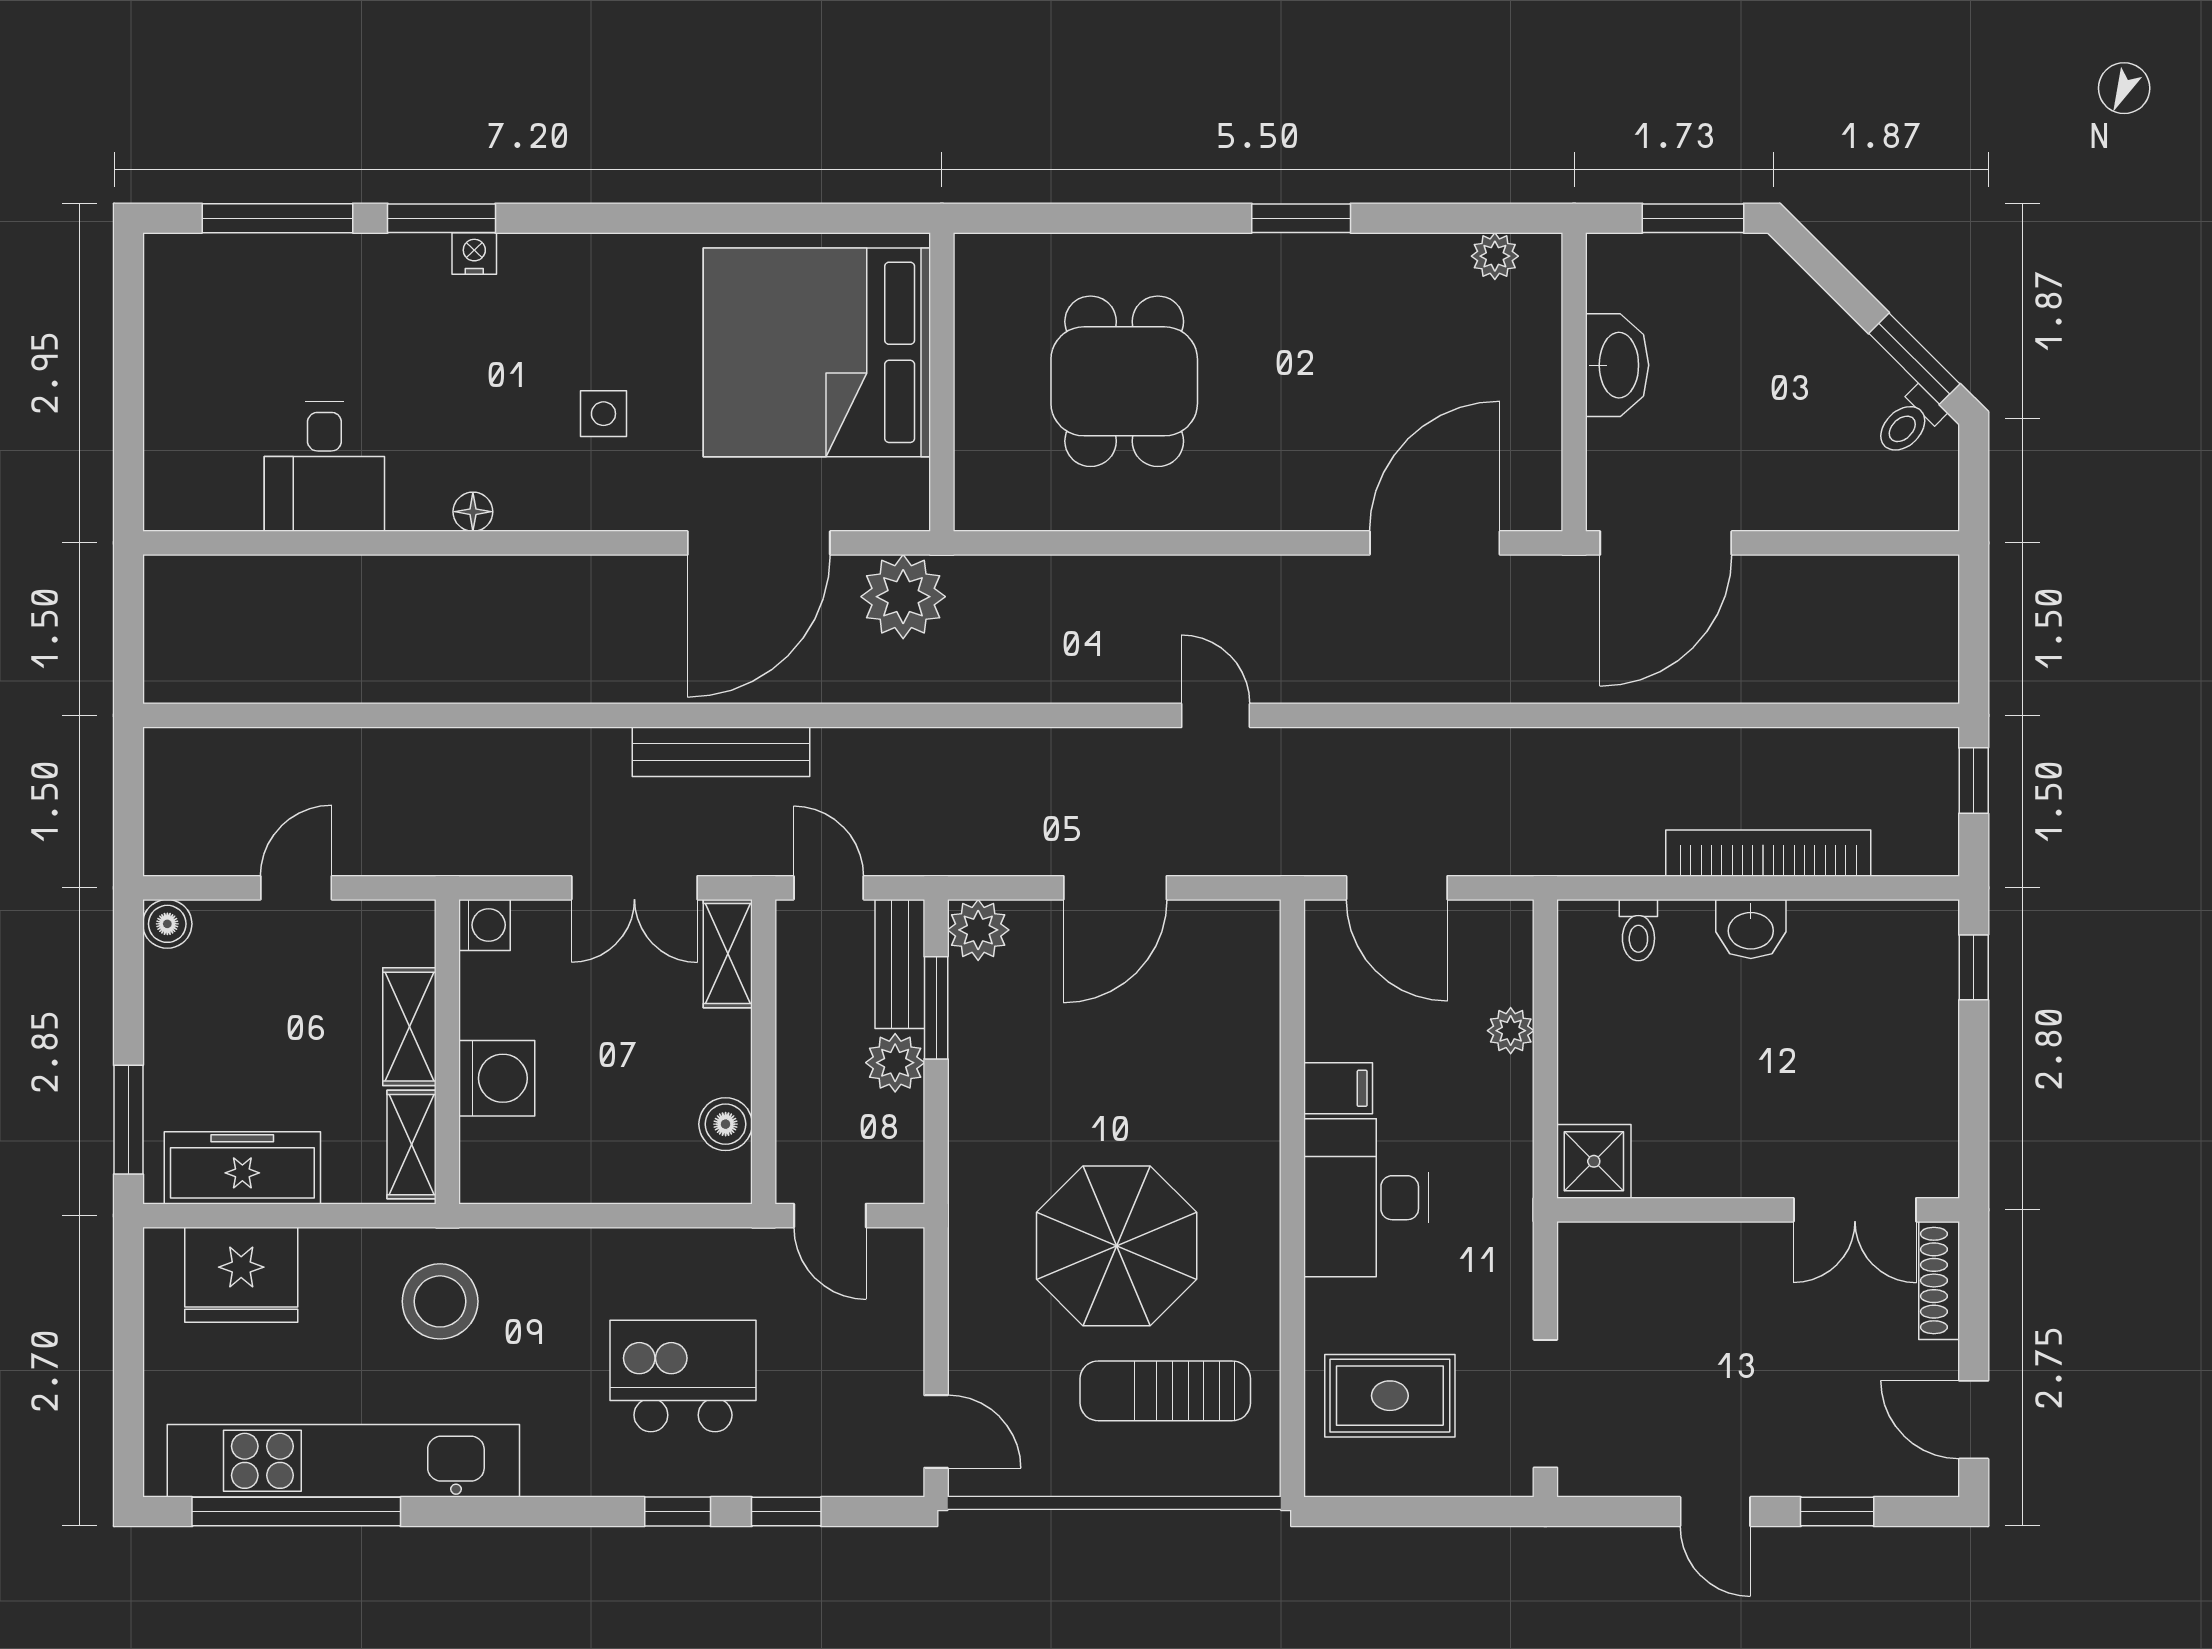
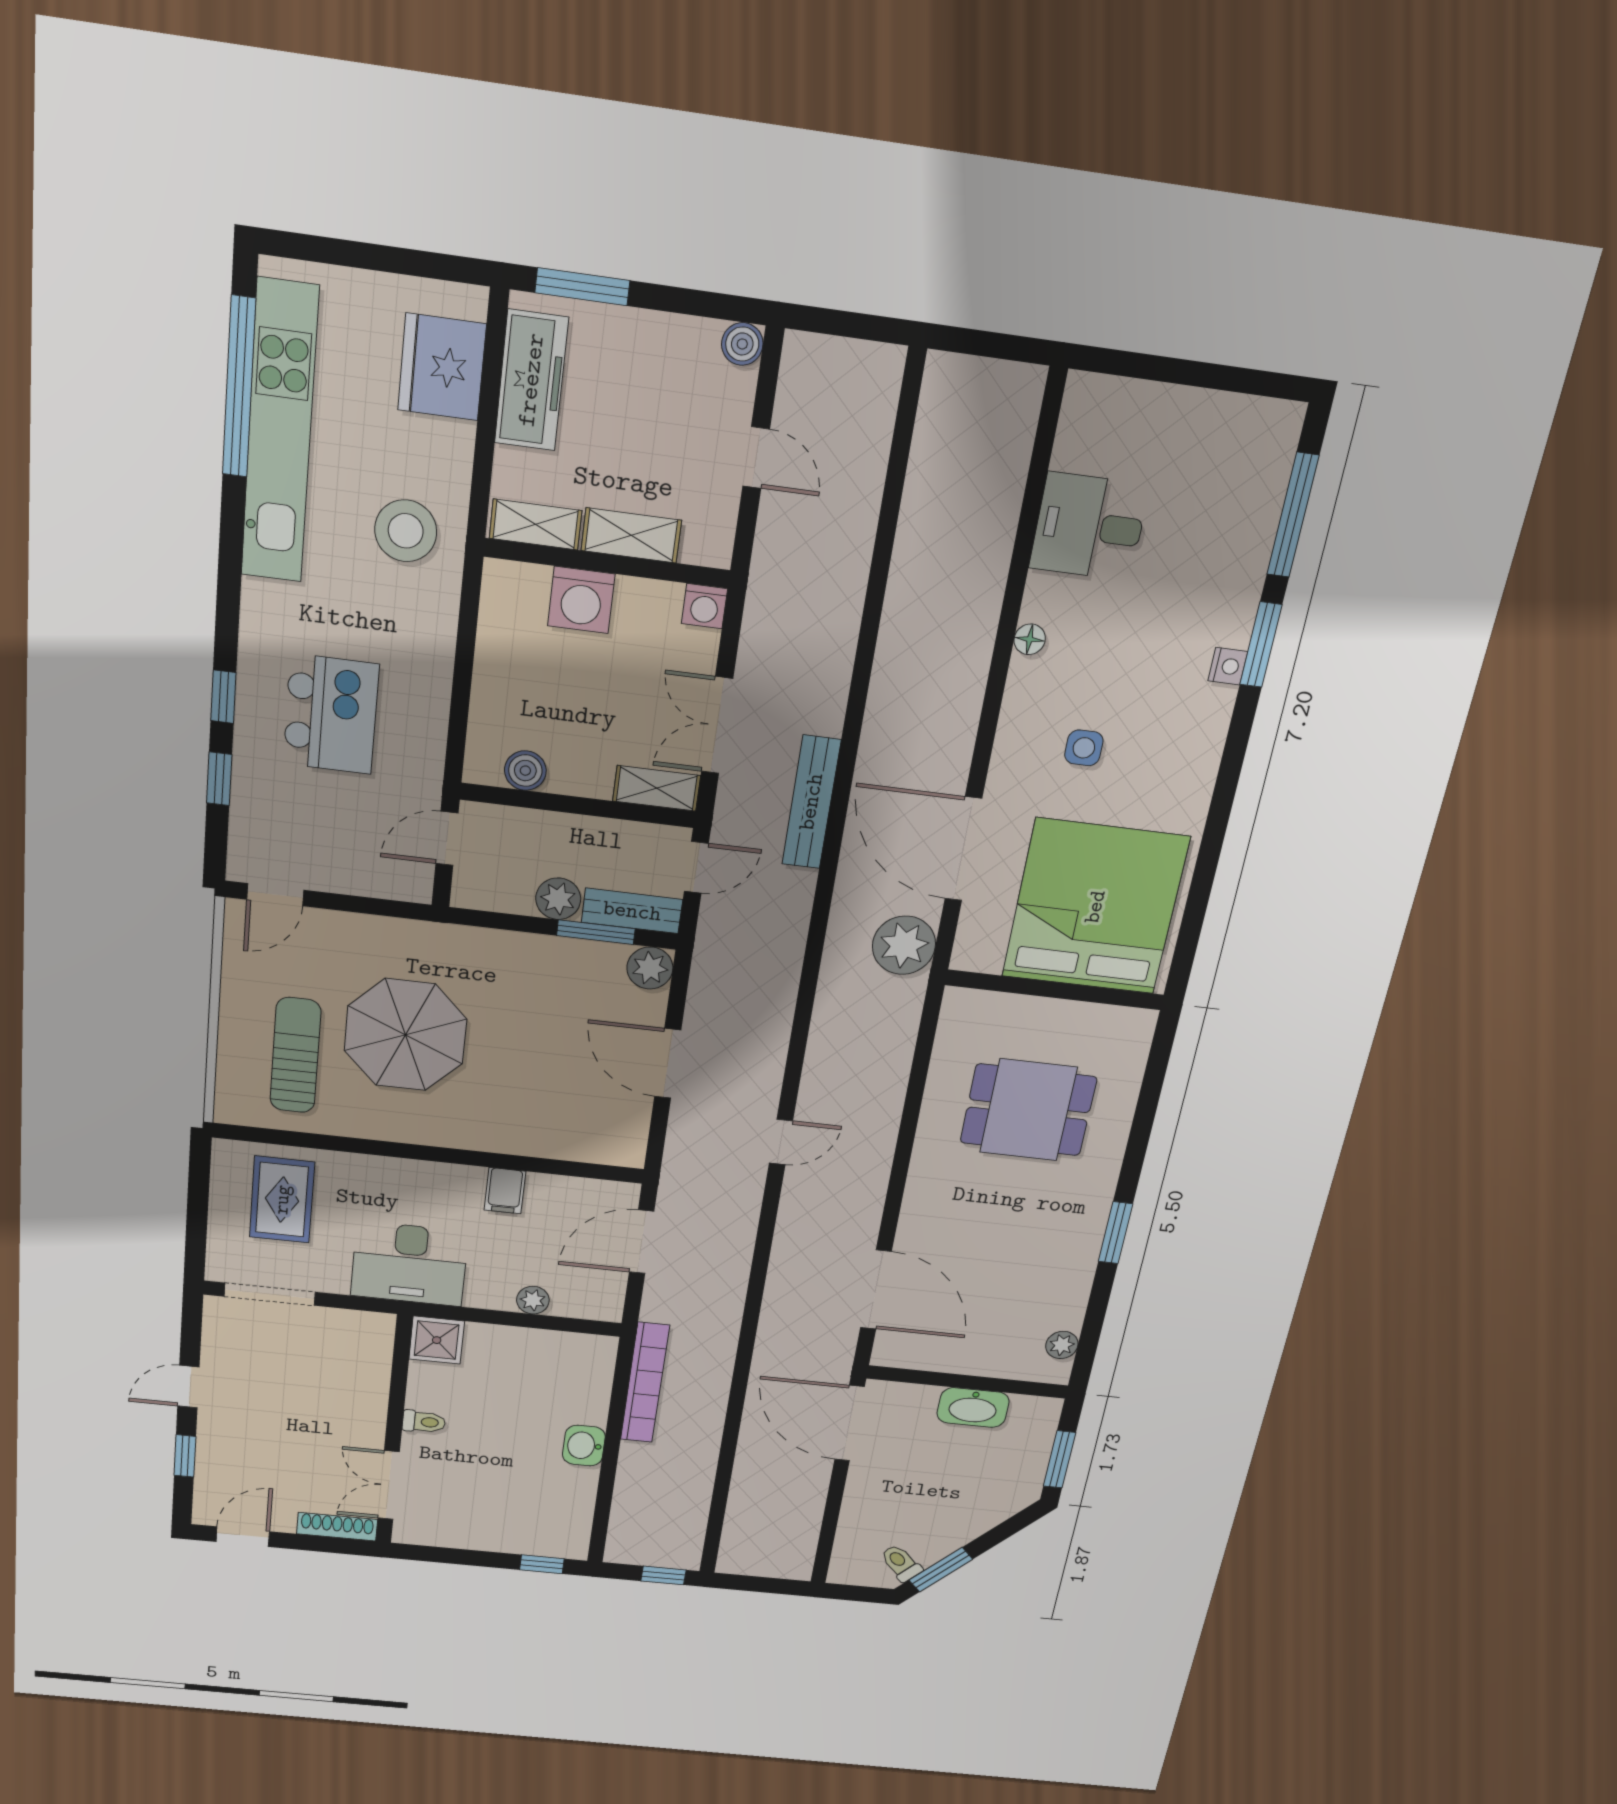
bookcase: (1768, 853) -> (645, 1383), moved
toilet: (1638, 930) -> (424, 1422), moved, turned 180
desk: (1366, 1198) -> (409, 1264), moved, turned 180

